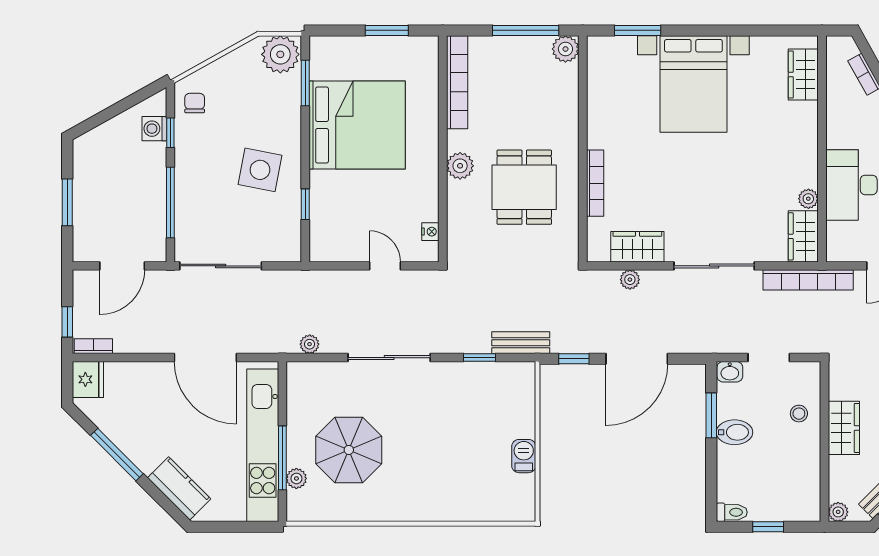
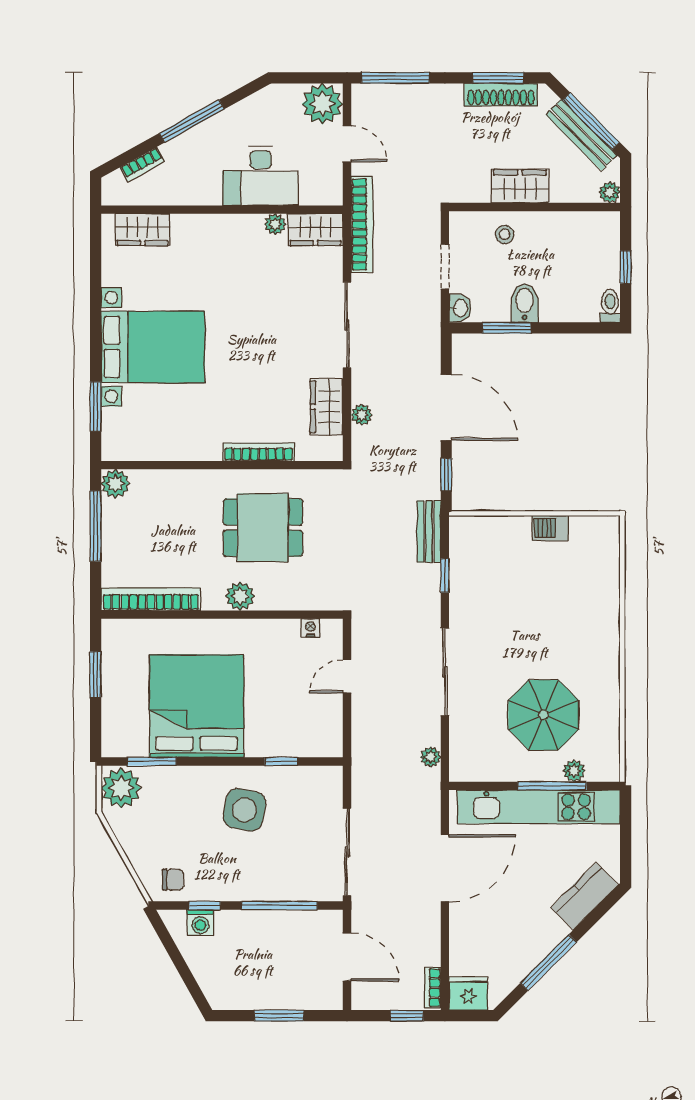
chair: (195, 103) -> (173, 880), turned 180

